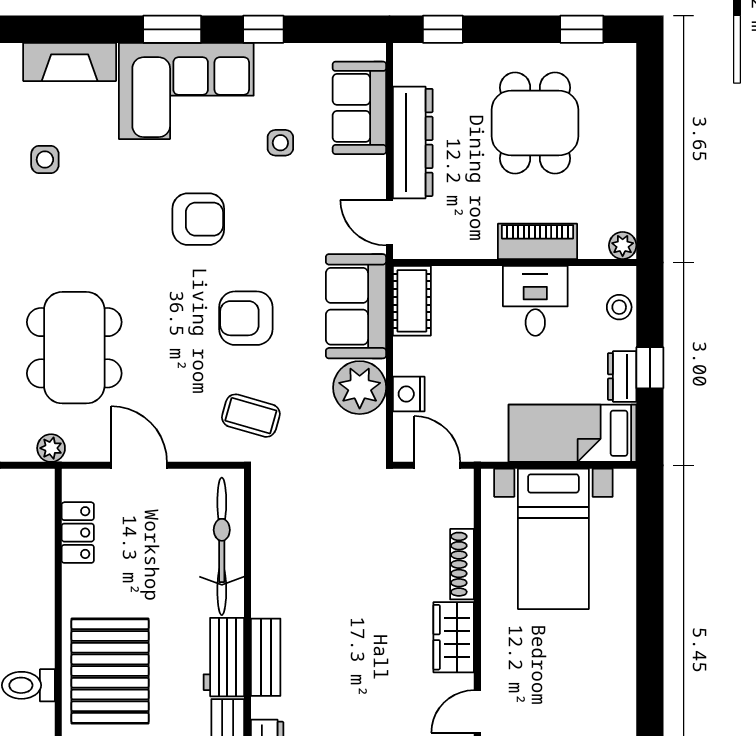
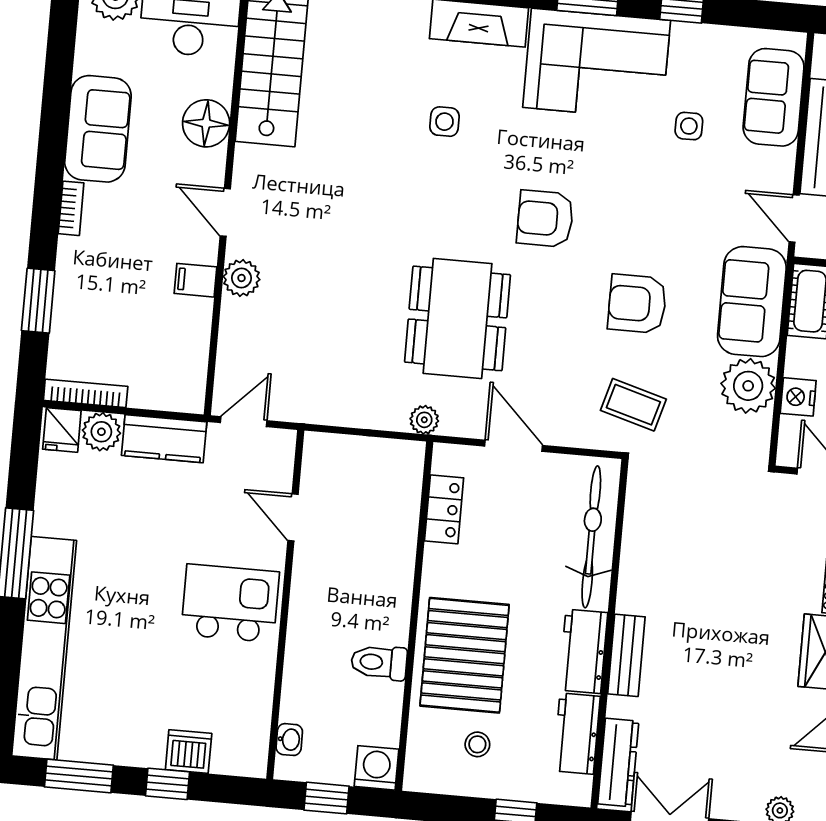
armchair: (198, 219) -> (545, 219), moved, turned 180

